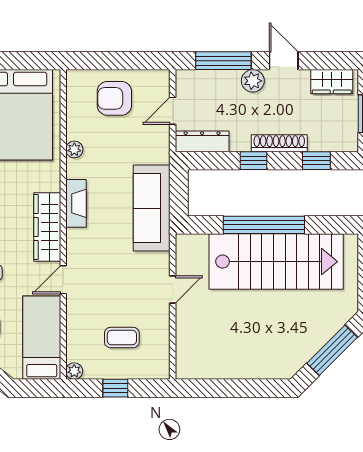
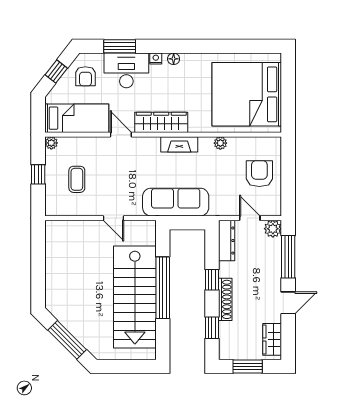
plant: (253, 81) -> (273, 229), moved

